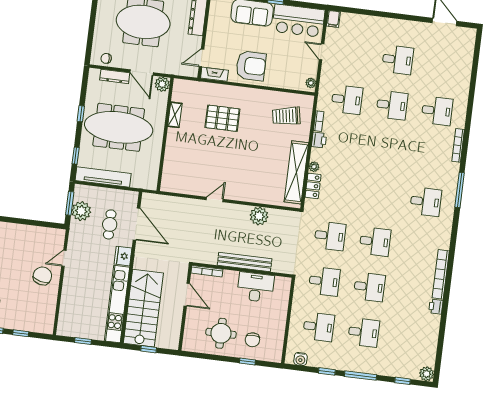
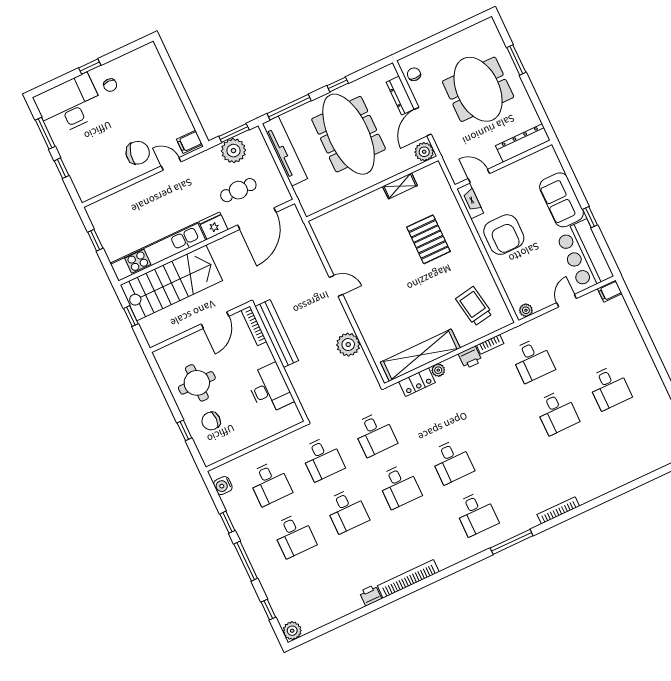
desk: (437, 111) -> (452, 461), moved
window: (76, 156) -> (289, 107), width x2.17
filing cabinet: (57, 237) -> (189, 142), added
bench: (245, 262) -> (277, 334), moved

